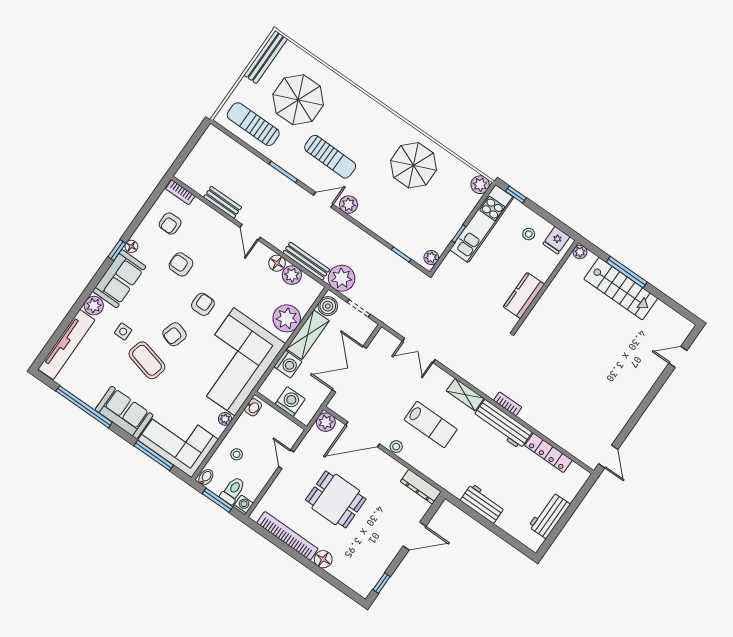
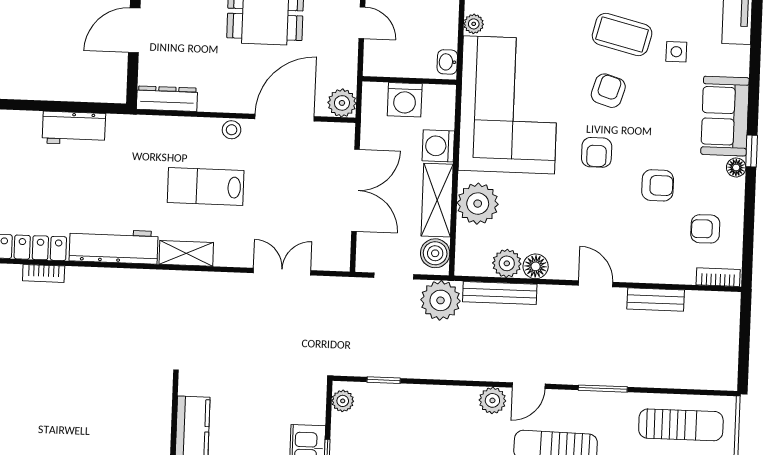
armchair: (170, 224) -> (705, 229), turned -90
plant: (94, 306) -> (735, 61), removed
bookcase: (508, 404) -> (44, 273), moved

